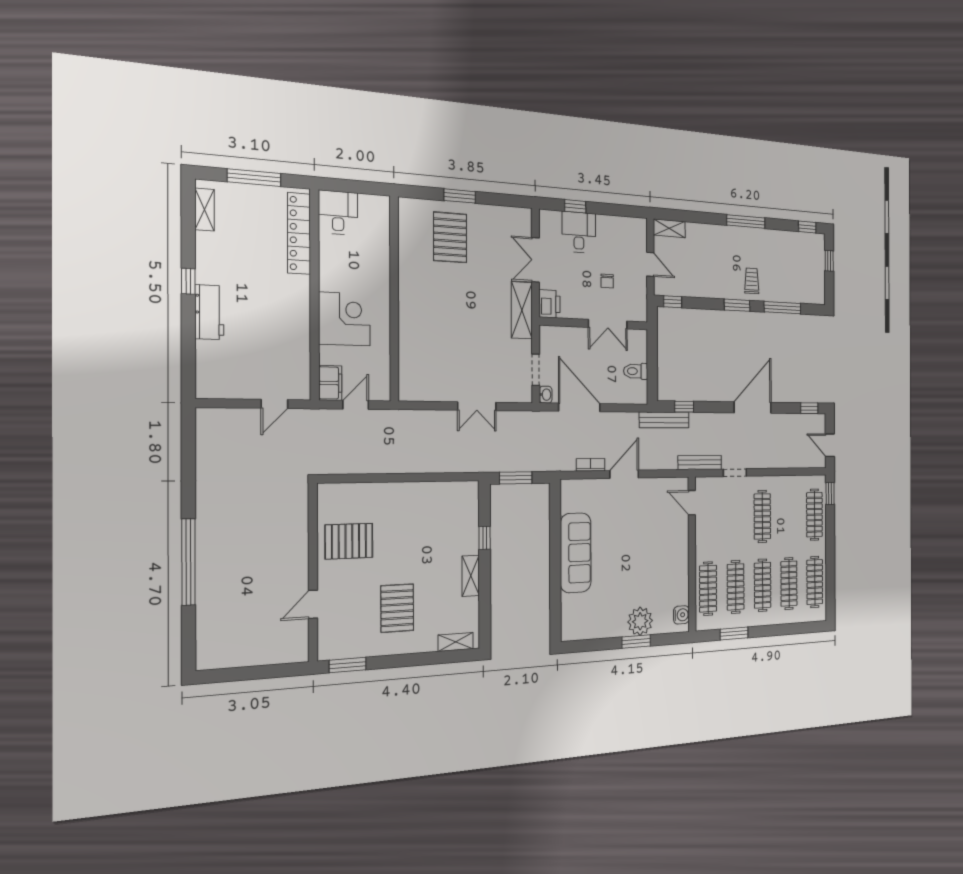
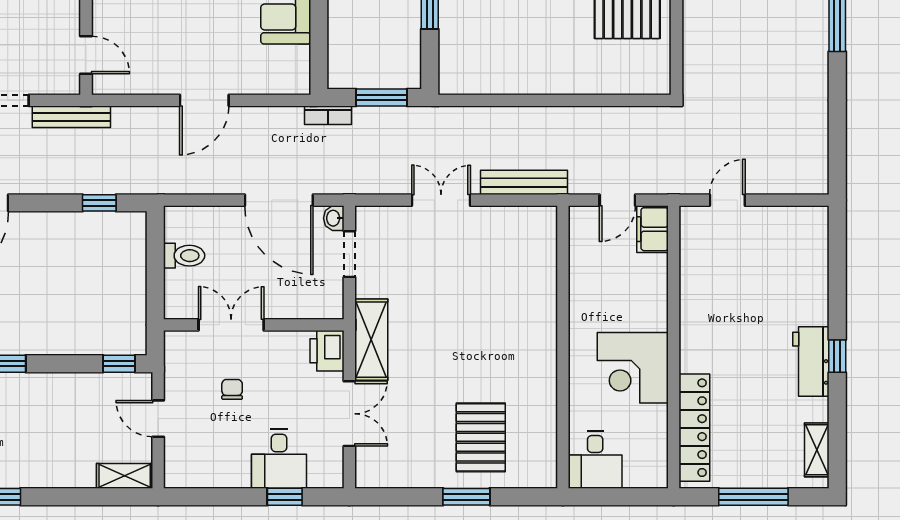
desk: (338, 213) -> (595, 460), moved
workbench: (209, 312) -> (811, 361), moved
corner desk: (344, 319) -> (633, 368), moved
bench: (664, 420) -> (524, 182), moved
bookcase: (591, 465) -> (328, 115), moved

